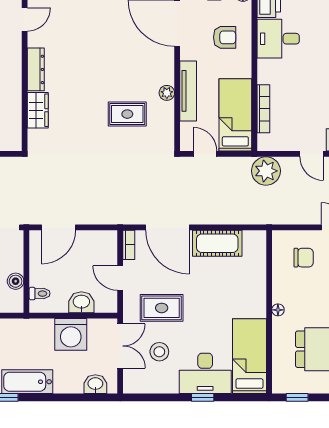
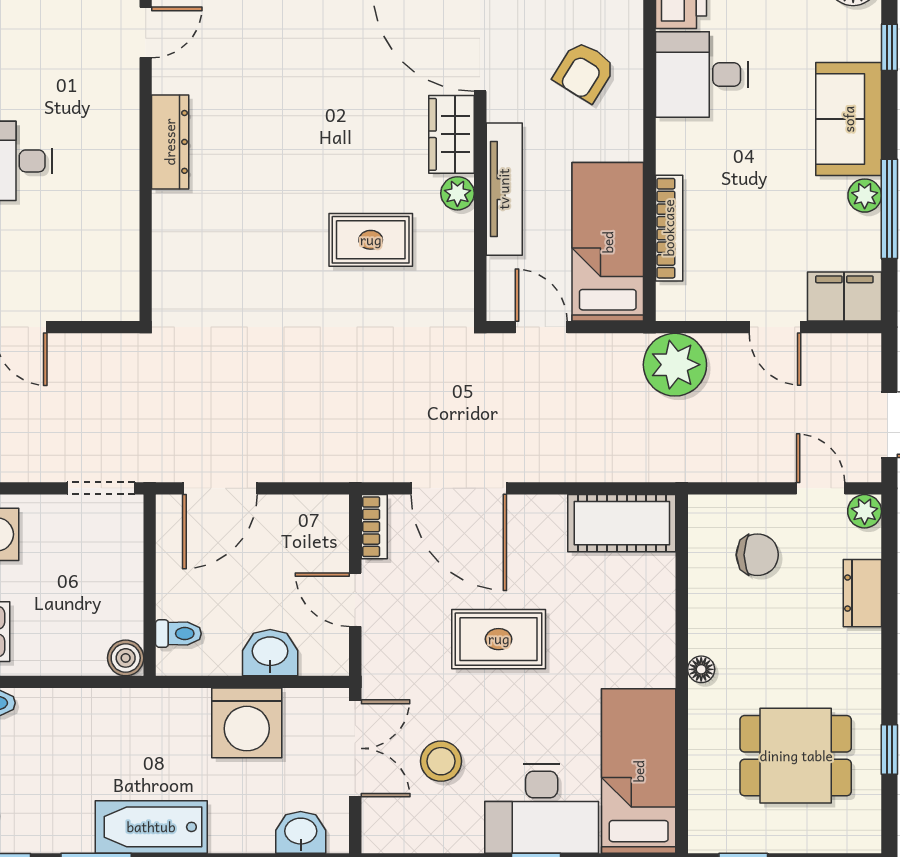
armchair: (225, 37) -> (584, 72), turned 122
wardrobe: (38, 110) -> (452, 134), moved, turned 180
cot: (217, 243) -> (622, 523), moved
boiler: (16, 281) -> (126, 658), moved
rug: (162, 308) -> (499, 639), moved

